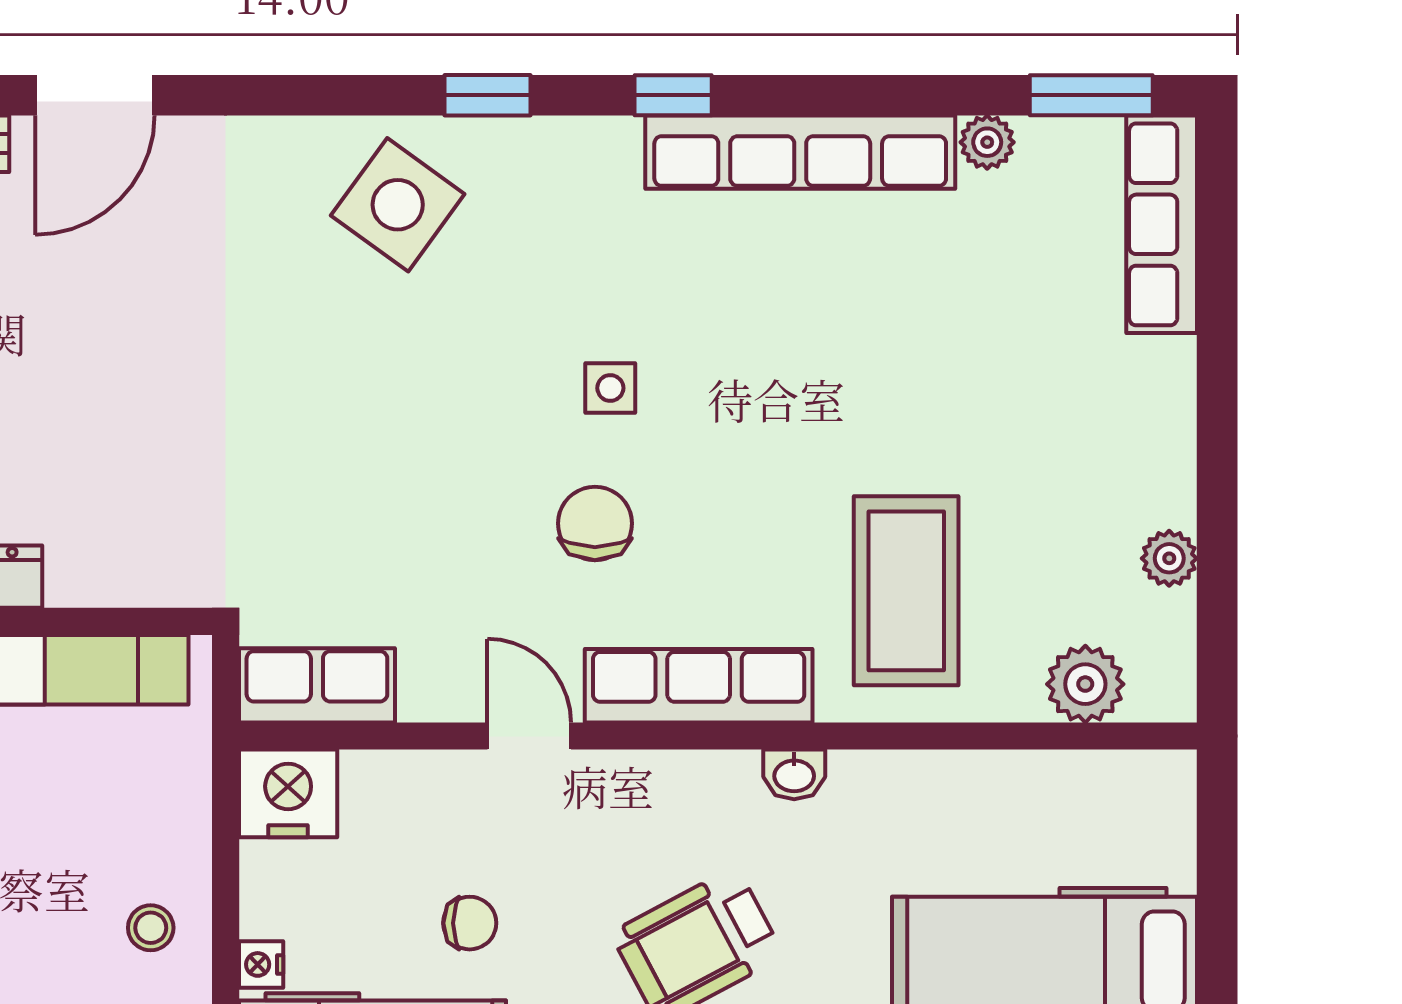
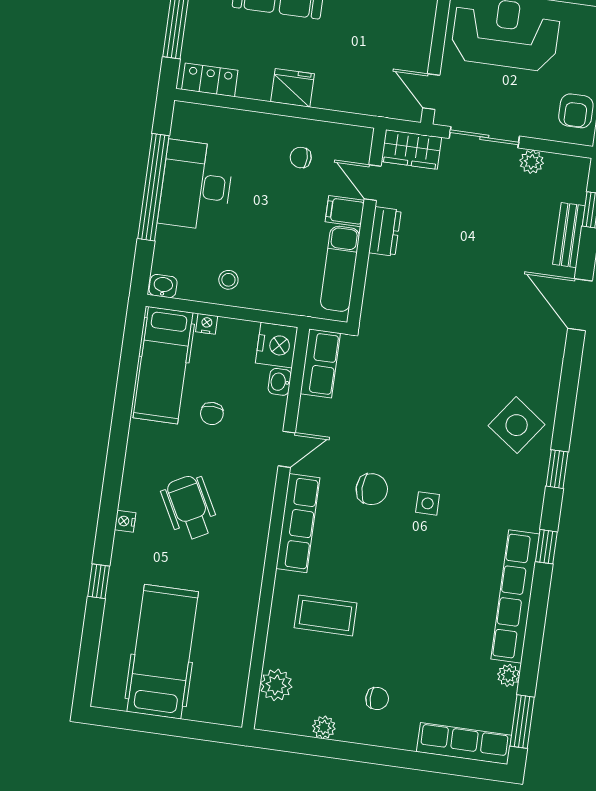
chair: (1084, 443) -> (377, 699), added
coffee table: (906, 591) -> (326, 615), width x0.73, depth x0.76
washbasin: (794, 774) -> (280, 382), moved

